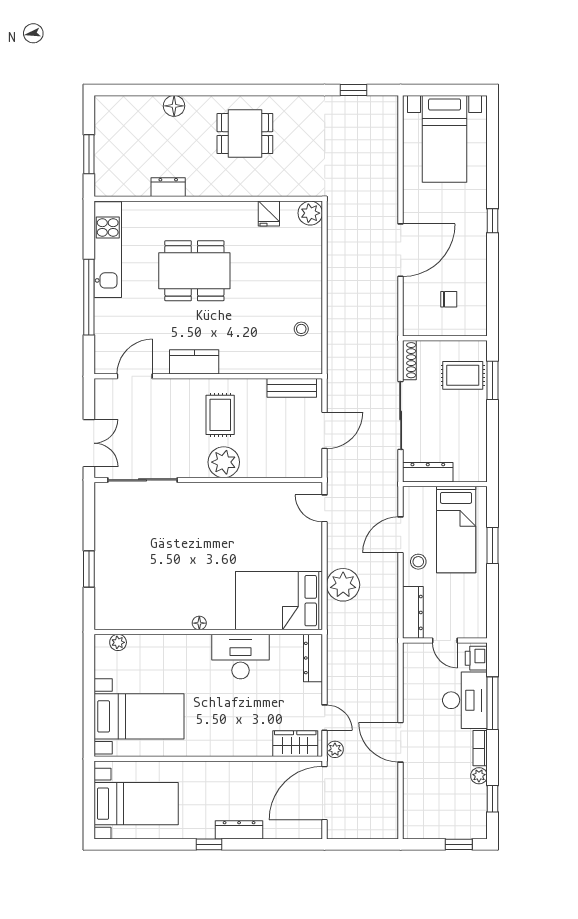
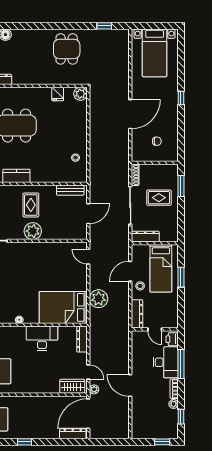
dining table: (245, 134) -> (67, 49), moved, turned 90
rug: (463, 375) -> (159, 198), moved
dresser: (239, 830) -> (73, 434), moved

